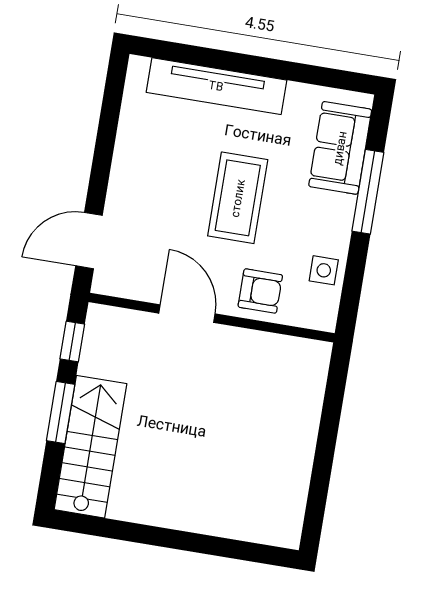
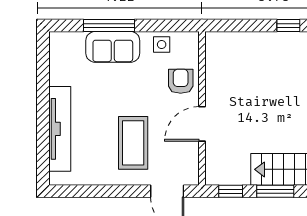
sofa: (340, 148) -> (113, 47), moved
coffee table: (238, 198) -> (133, 143), moved, turned 90
window: (321, 477) -> (288, 26), added

